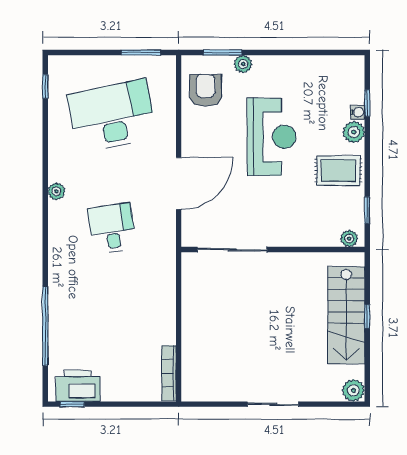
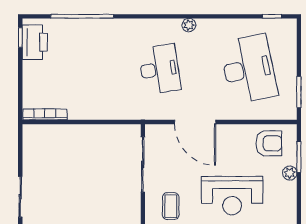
coffee table: (285, 214) -> (171, 206), added
desk: (112, 228) -> (160, 69), width x1.37

